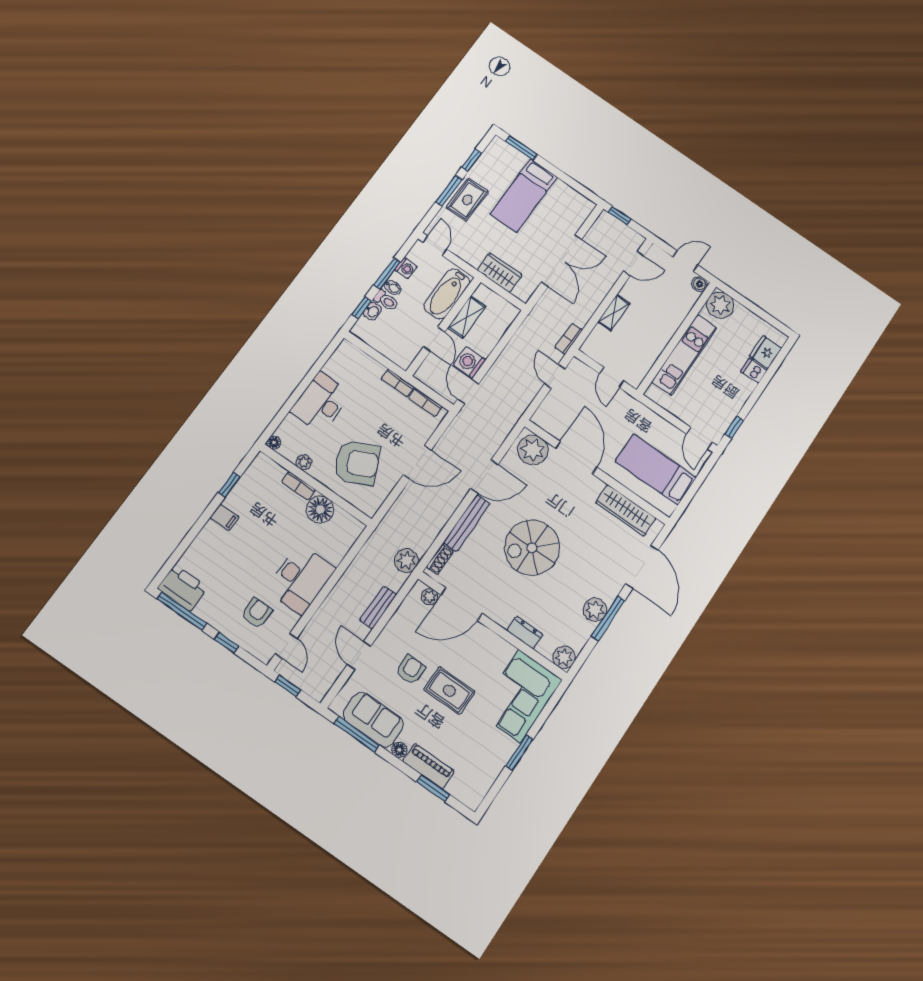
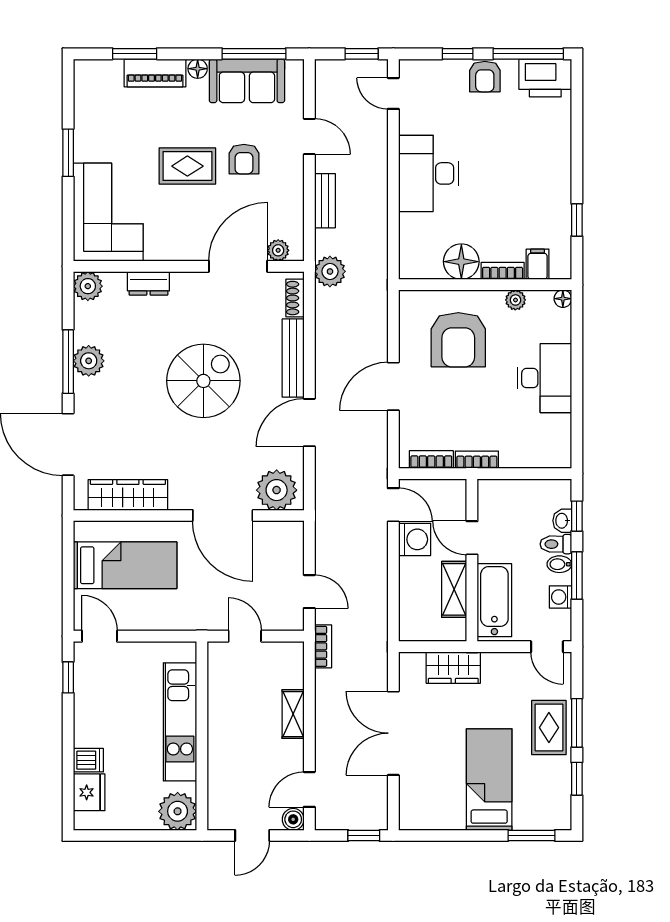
boiler: (699, 284) -> (293, 819), moved
armchair: (357, 463) -> (458, 340), turned -65
filing cabinet: (224, 517) -> (538, 264), moved, turned 90
armchair: (257, 613) -> (485, 77), moved

